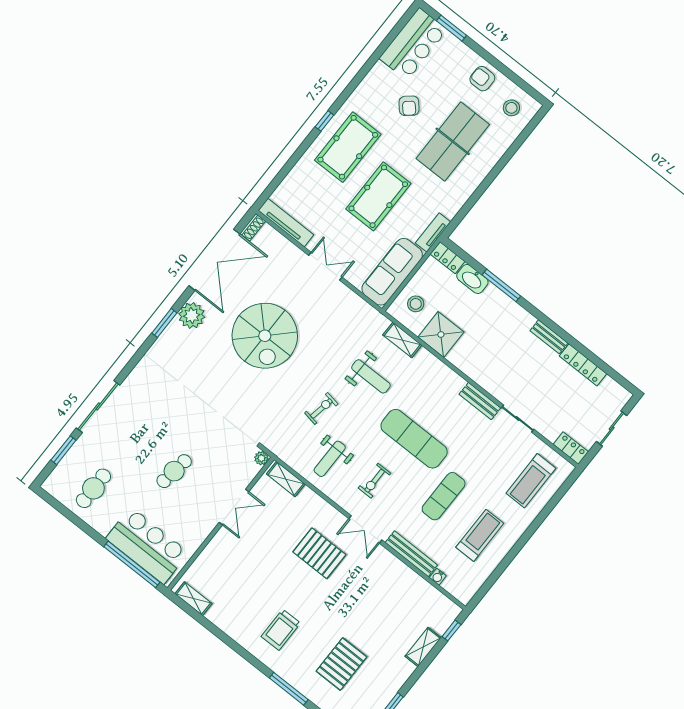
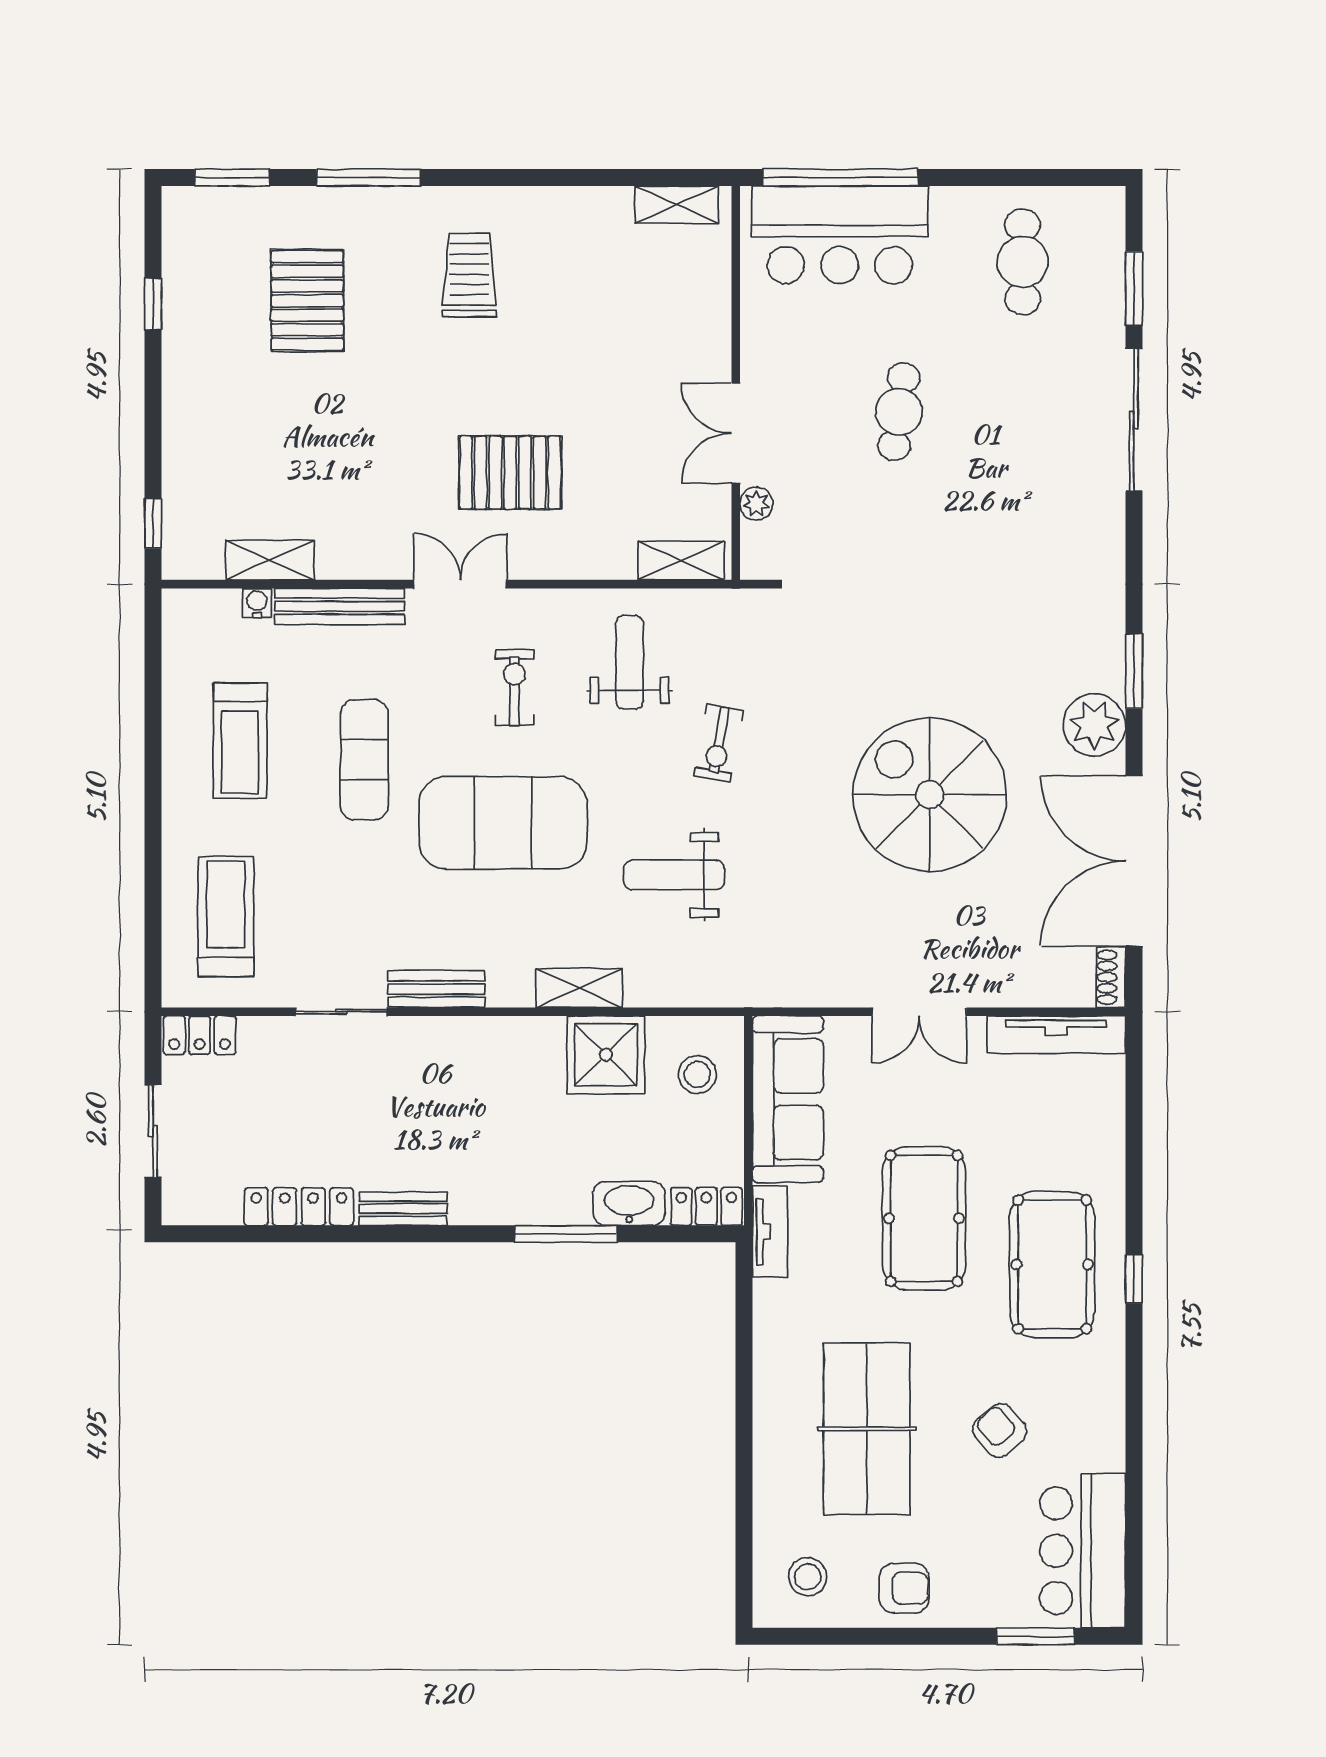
shelving: (402, 340) -> (579, 988), moved
exercise mat: (414, 439) -> (503, 823), width x1.47
plant: (261, 458) -> (756, 504), moved
shelving: (423, 647) -> (270, 560), moved, turned 90

